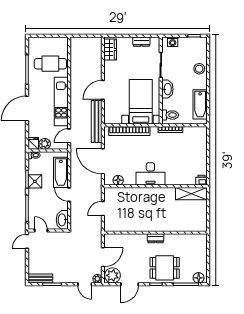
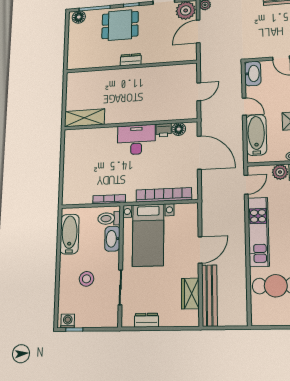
washing machine: (173, 42) -> (68, 321), moved
wardrobe: (110, 49) -> (190, 293), moved
stool: (199, 69) -> (86, 279), moved
washbasin: (167, 89) -> (112, 239), moved
bench: (97, 121) -> (209, 295), moved
printer: (201, 180) -> (164, 130), moved

